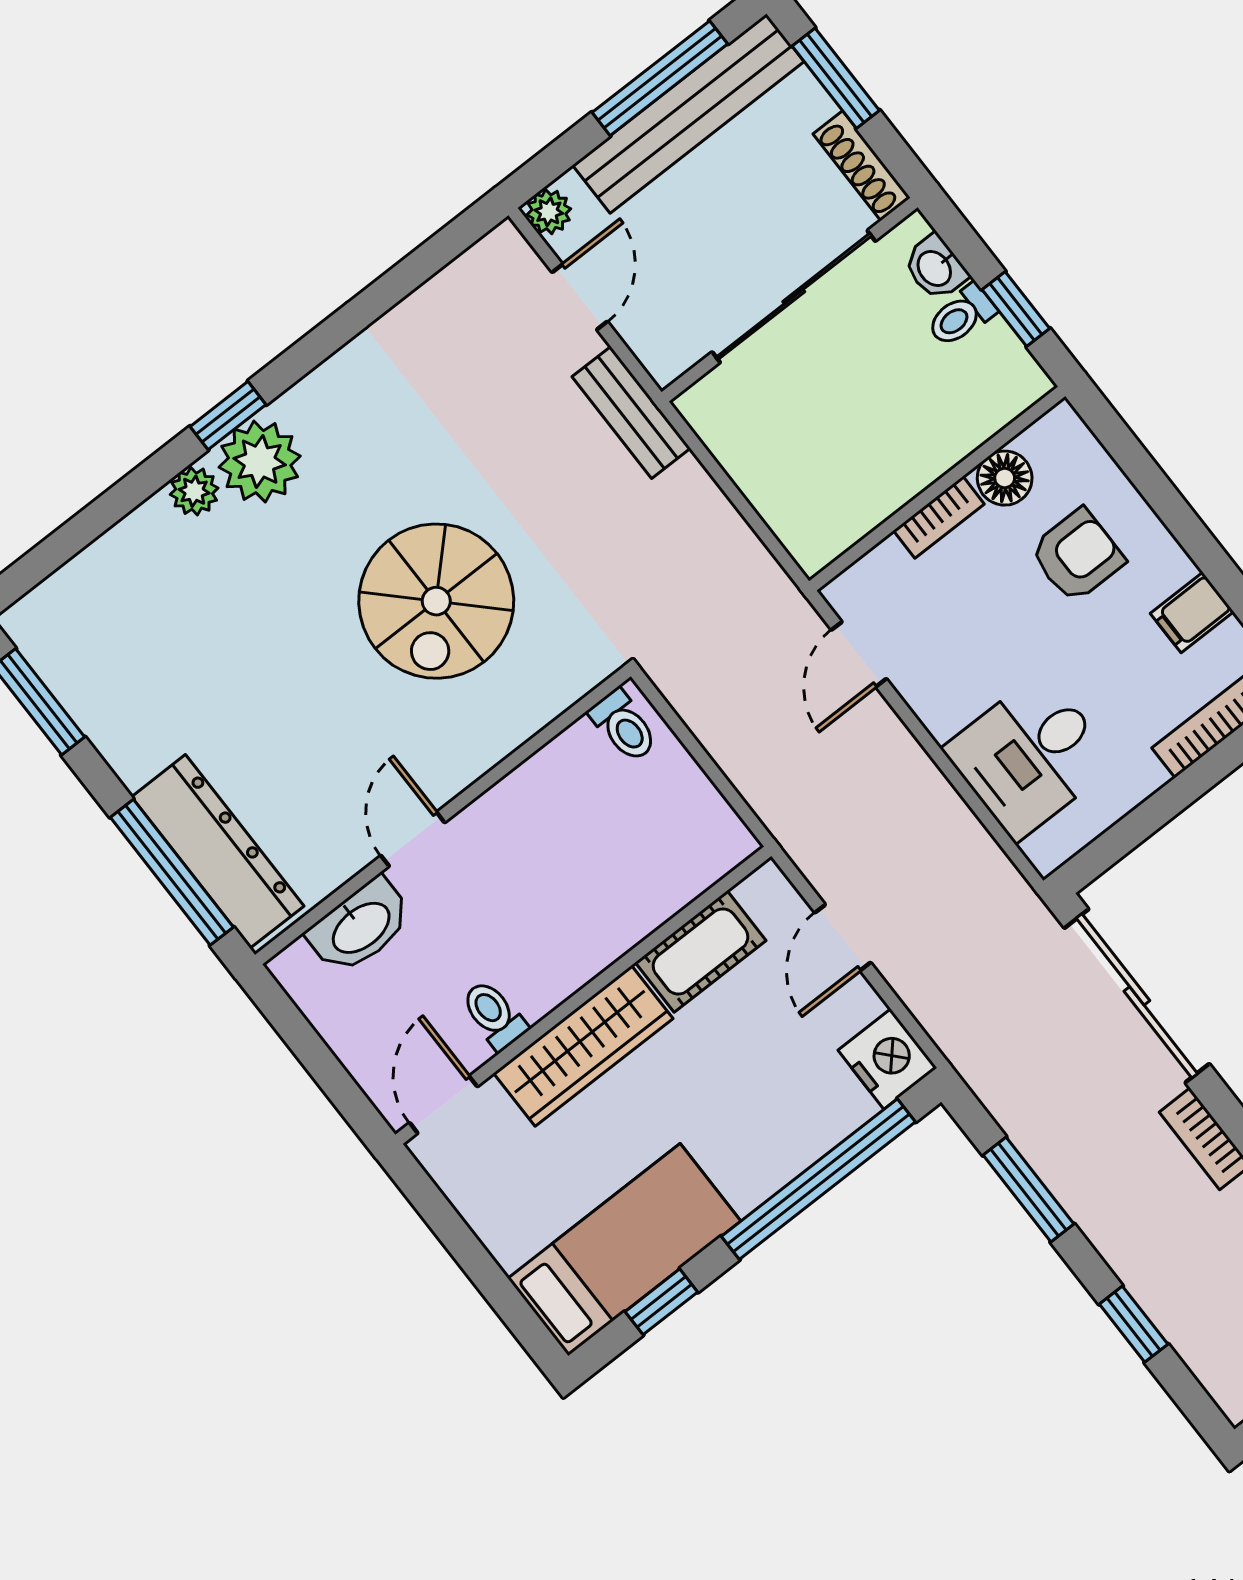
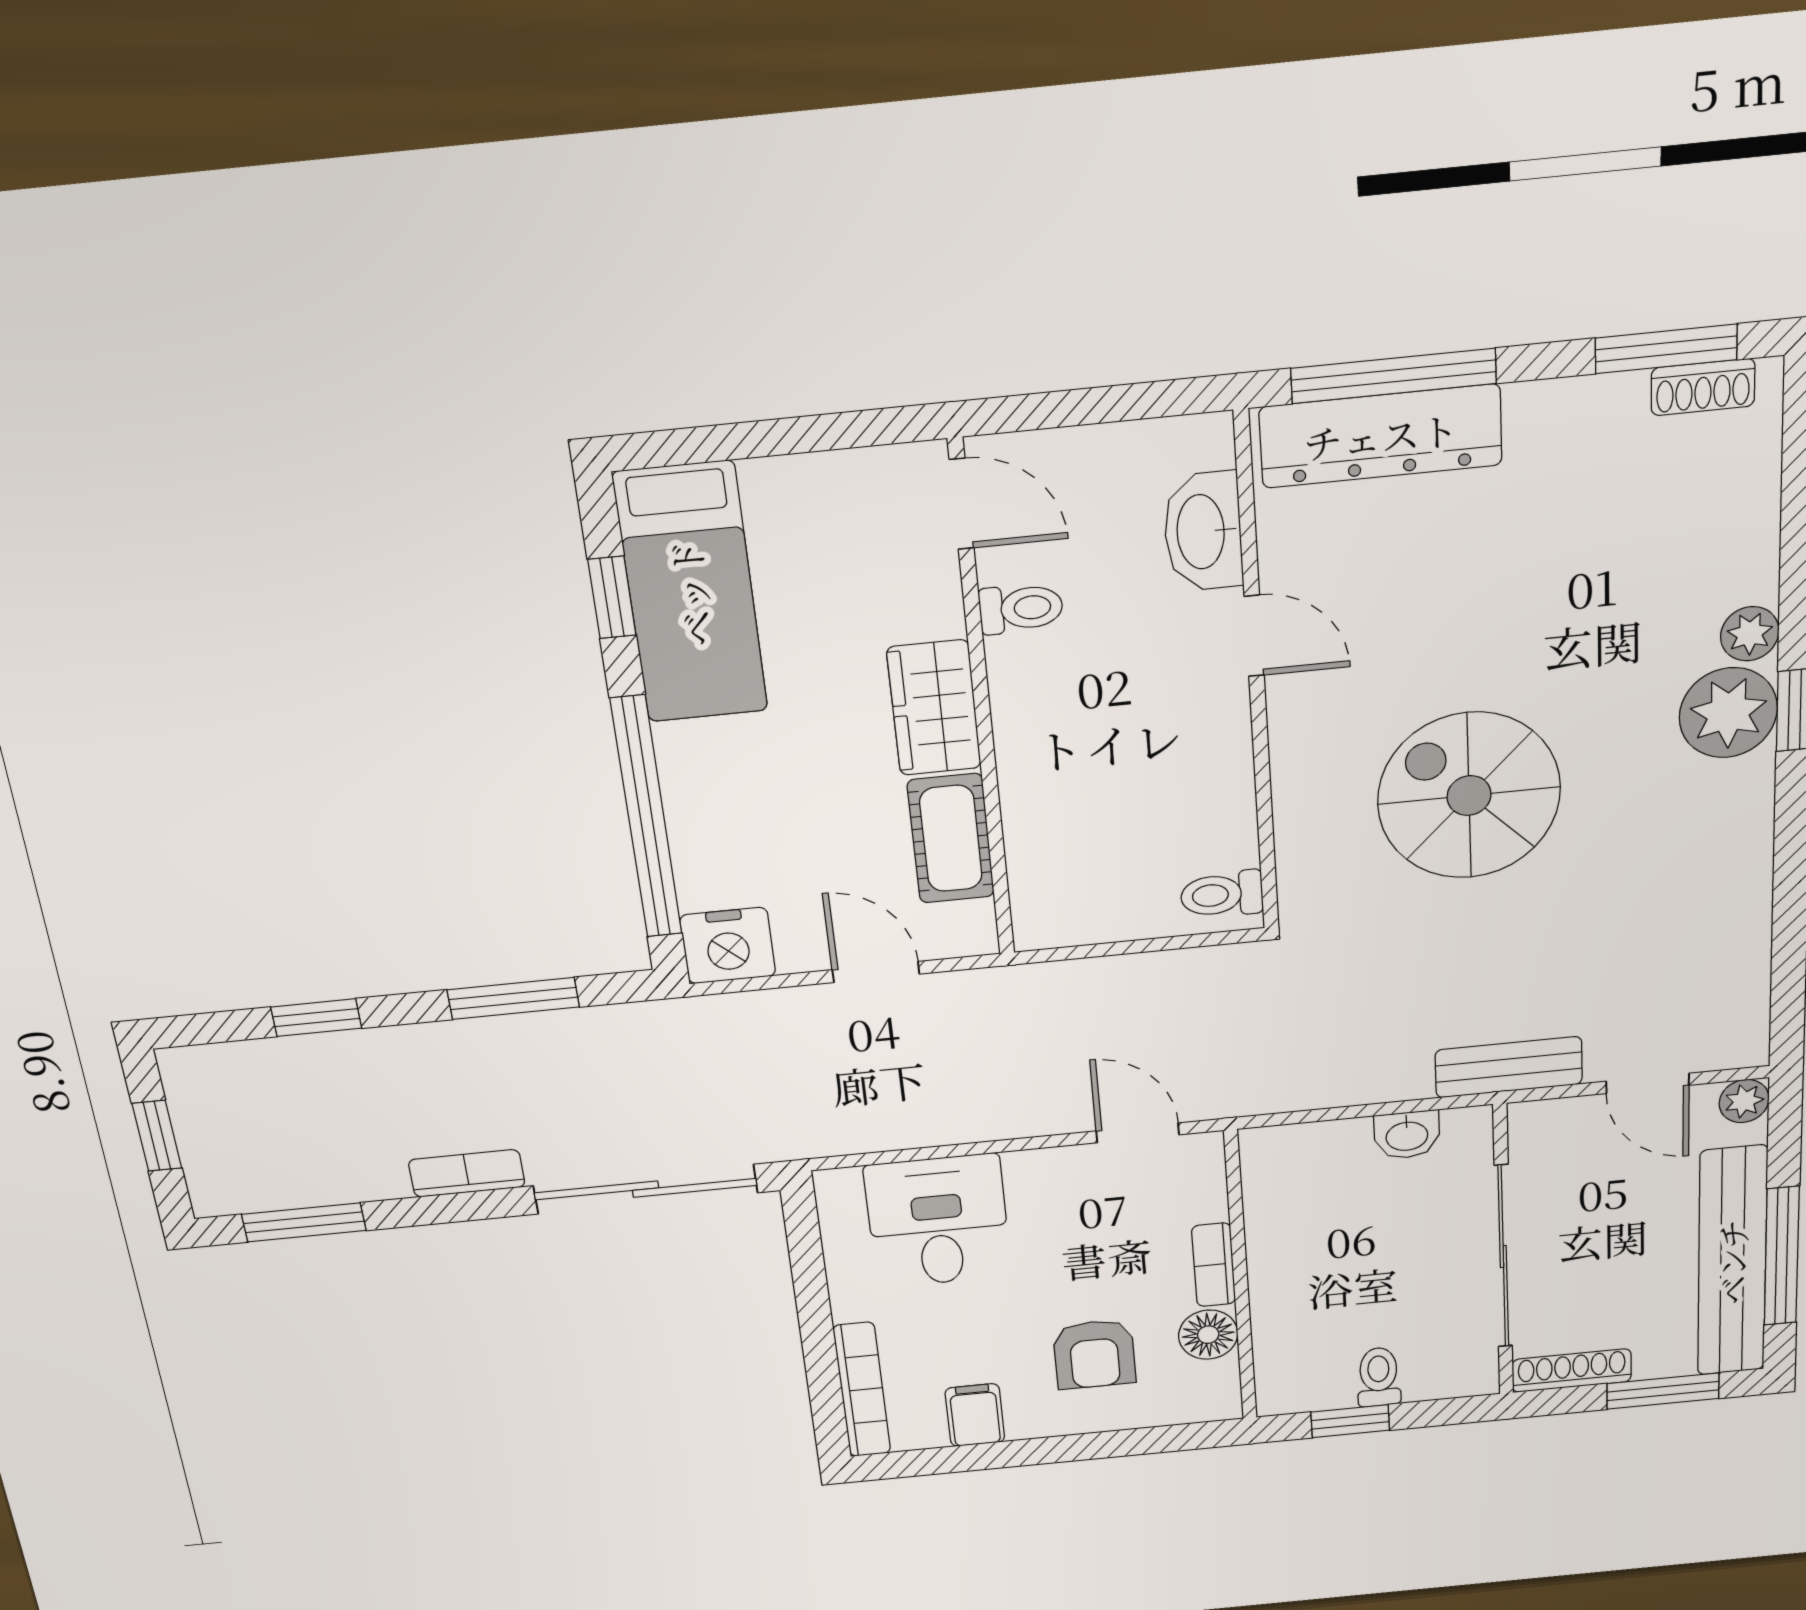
washbasin: (935, 268) -> (1407, 1135), moved, turned 180
shoe rack: (48, 657) -> (1703, 387), added
wardrobe: (583, 1046) -> (934, 708), width x0.67

